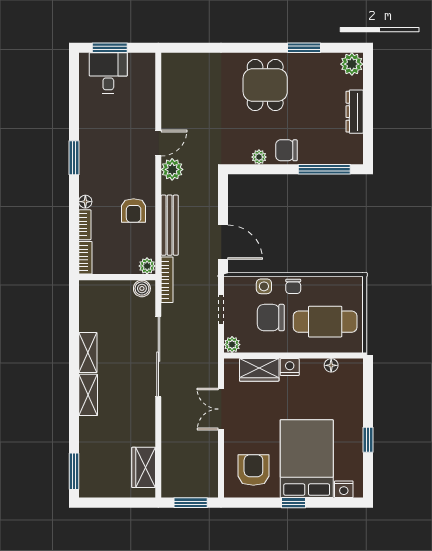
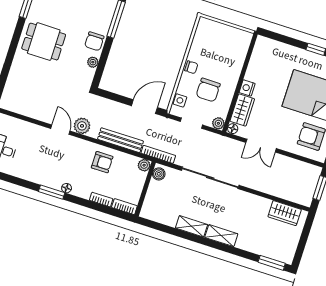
floor lamp: (85, 202) -> (67, 188), moved
side table: (264, 286) -> (180, 100), moved
cafe table: (325, 322) -> (223, 53), removed
floor lamp: (331, 365) -> (233, 129), moved

